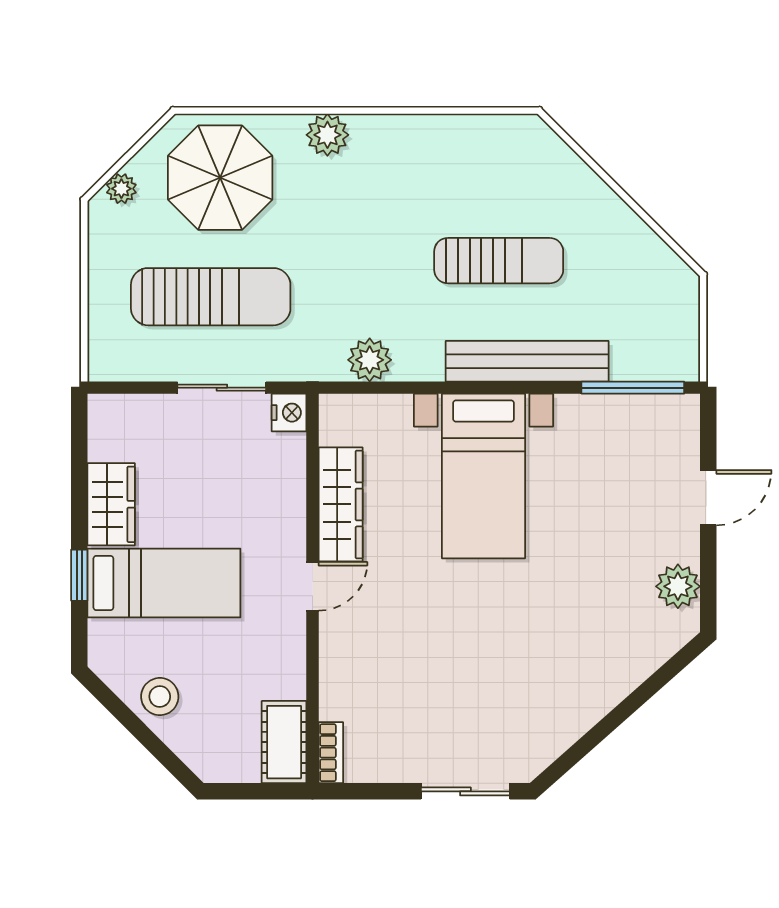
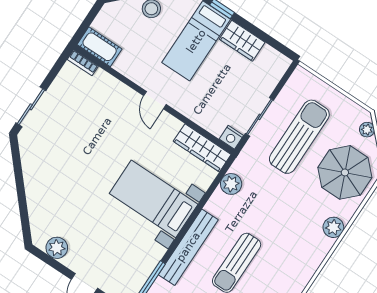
sun lounger: (211, 297) -> (299, 137), turned 180
wardrobe: (341, 504) -> (202, 148), moved

